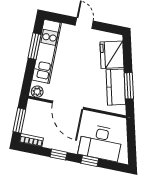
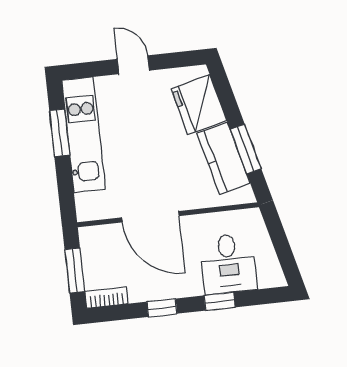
plant: (37, 92) -> (90, 210), removed
desk: (101, 143) -> (228, 264), width x0.73

